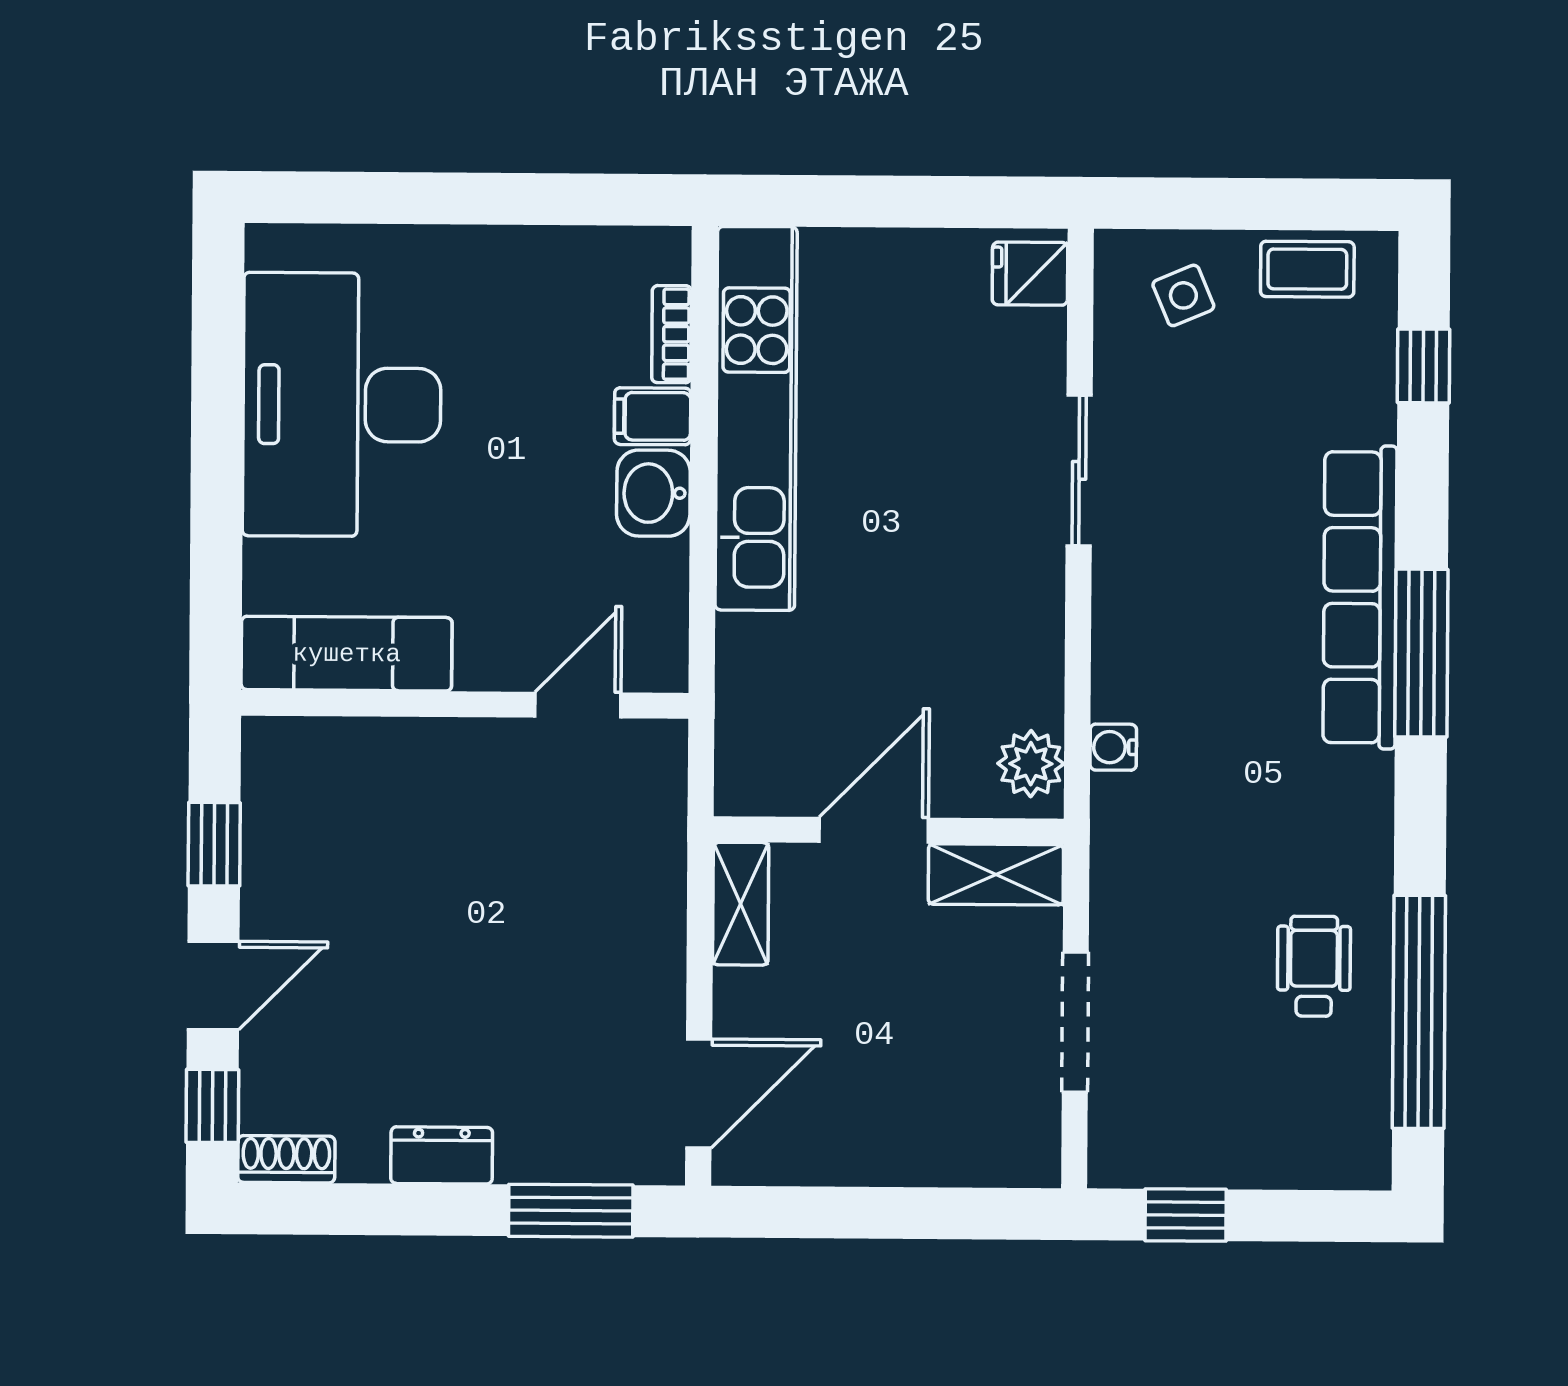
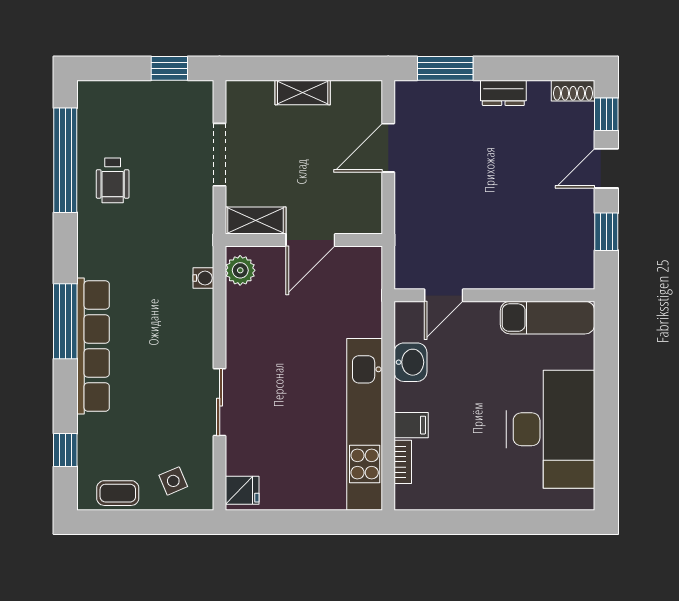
washbasin: (653, 493) -> (410, 362), moved
shelving: (741, 904) -> (303, 92), moved, turned 90
door: (699, 1093) -> (388, 148), moved

